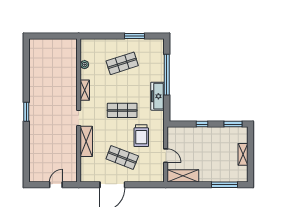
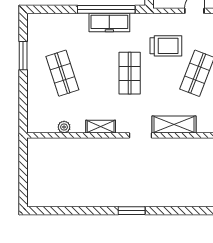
window: (167, 75) -> (106, 9), moved

